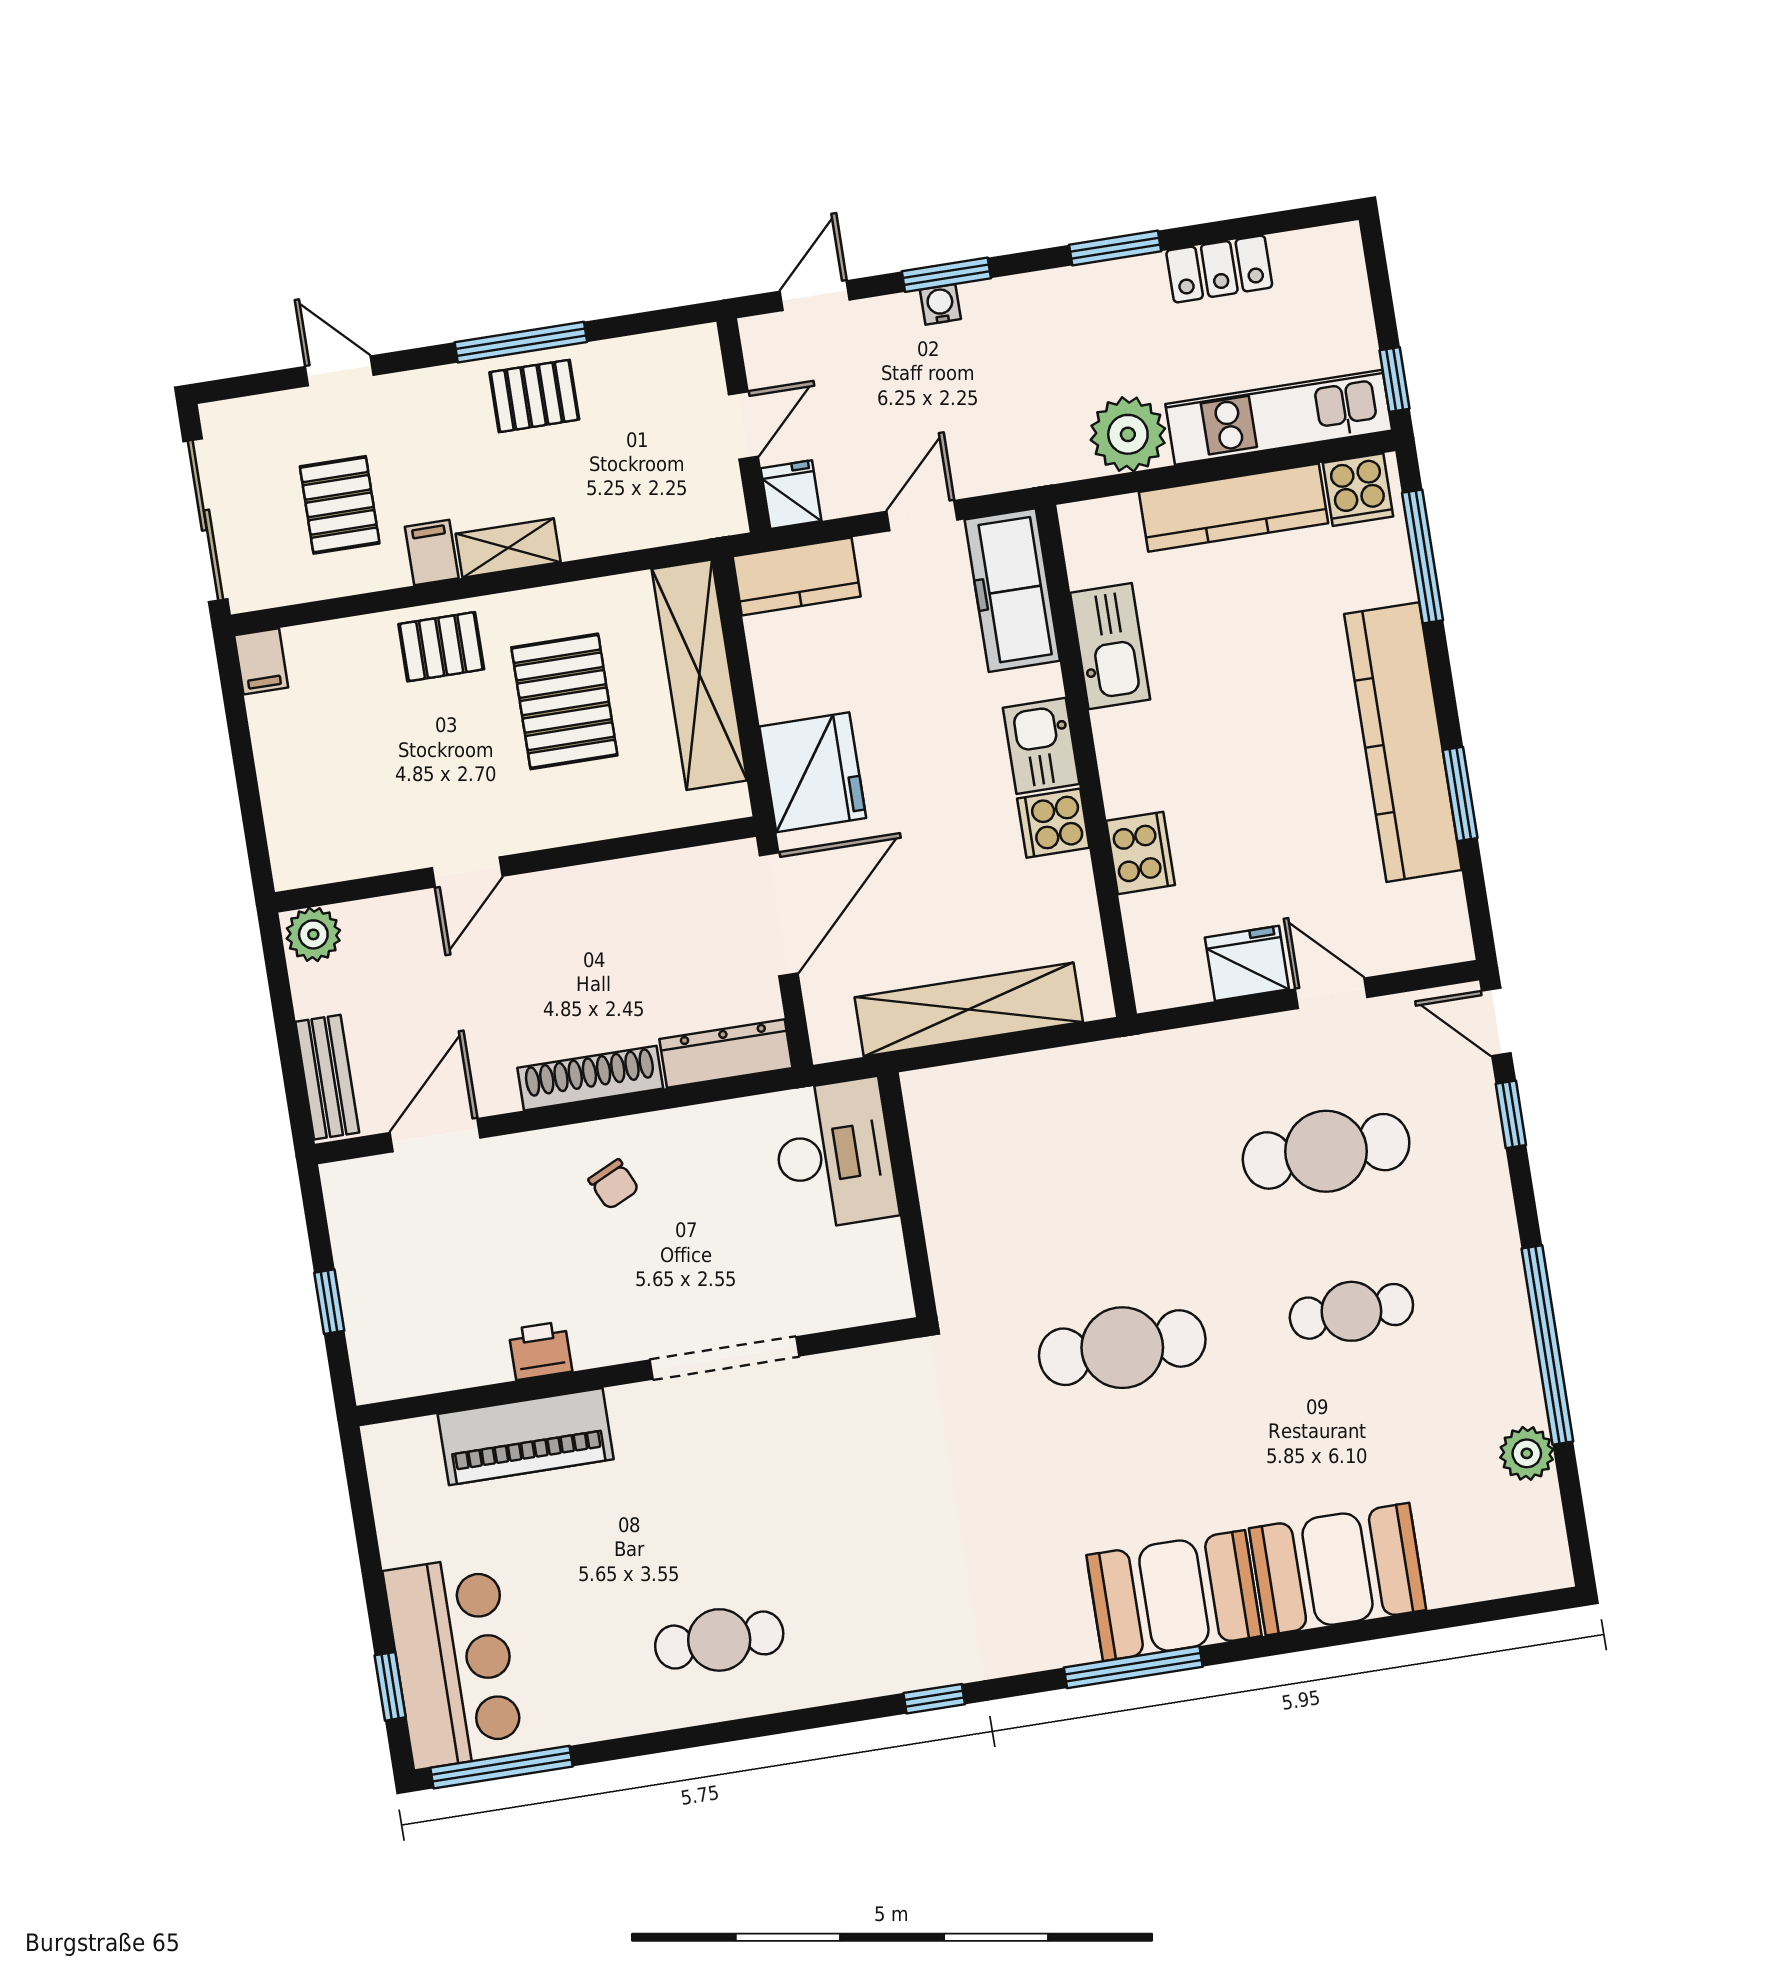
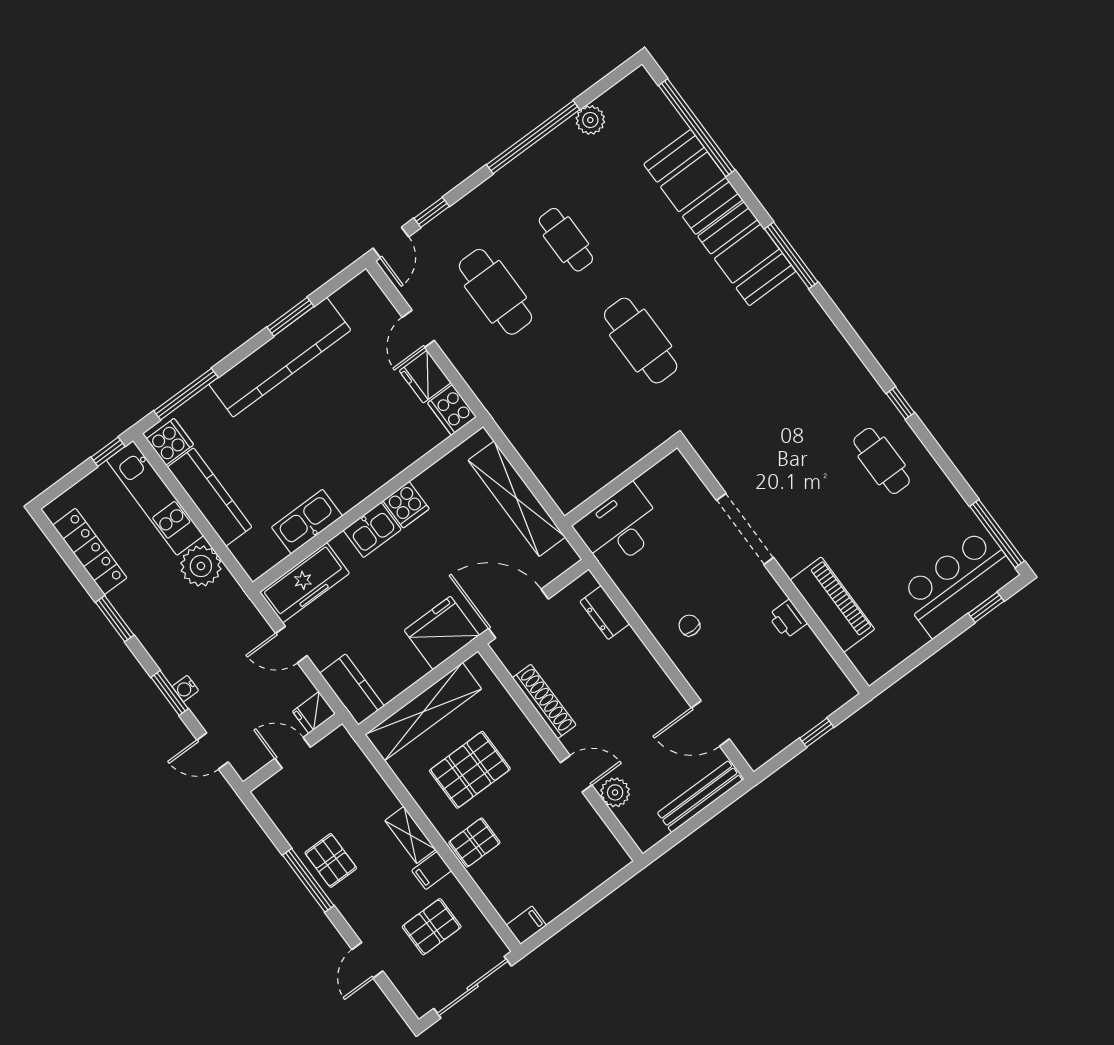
locker: (1219, 269) -> (90, 551), width x1.53
pallet: (441, 647) -> (474, 843), turned 90
cooker: (1141, 853) -> (452, 410), moved, turned -90
plant: (313, 934) -> (615, 792), moved
dresser: (726, 1054) -> (605, 613), width x0.70
bench: (327, 1077) -> (700, 797), width x1.36
shoe rack: (590, 1078) -> (544, 701), moved, turned 180
chair: (614, 1184) -> (689, 625), turned -65
window: (1423, 1621) -> (697, 128), added
window: (934, 1699) -> (900, 403), moved

